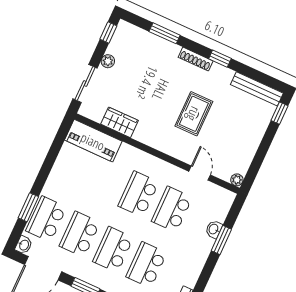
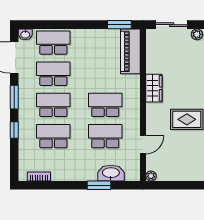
wardrobe: (120, 122) -> (154, 88), moved
window: (28, 207) -> (119, 25), moved
washbasin: (214, 229) -> (111, 173), width x1.91, depth x1.45

